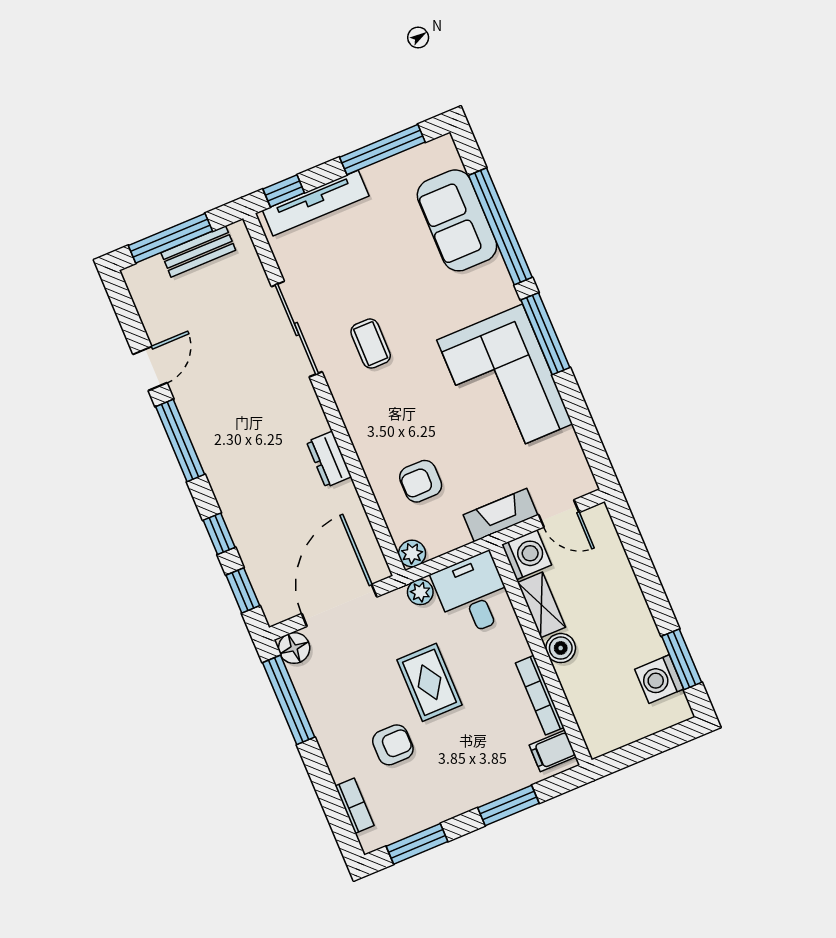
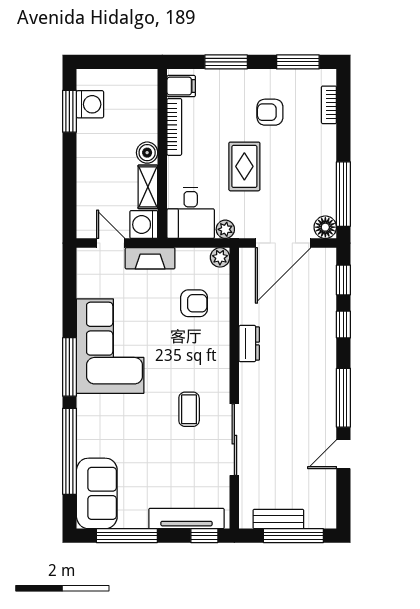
sofa: (457, 220) -> (97, 493), moved
armchair: (393, 745) -> (270, 112), moved

